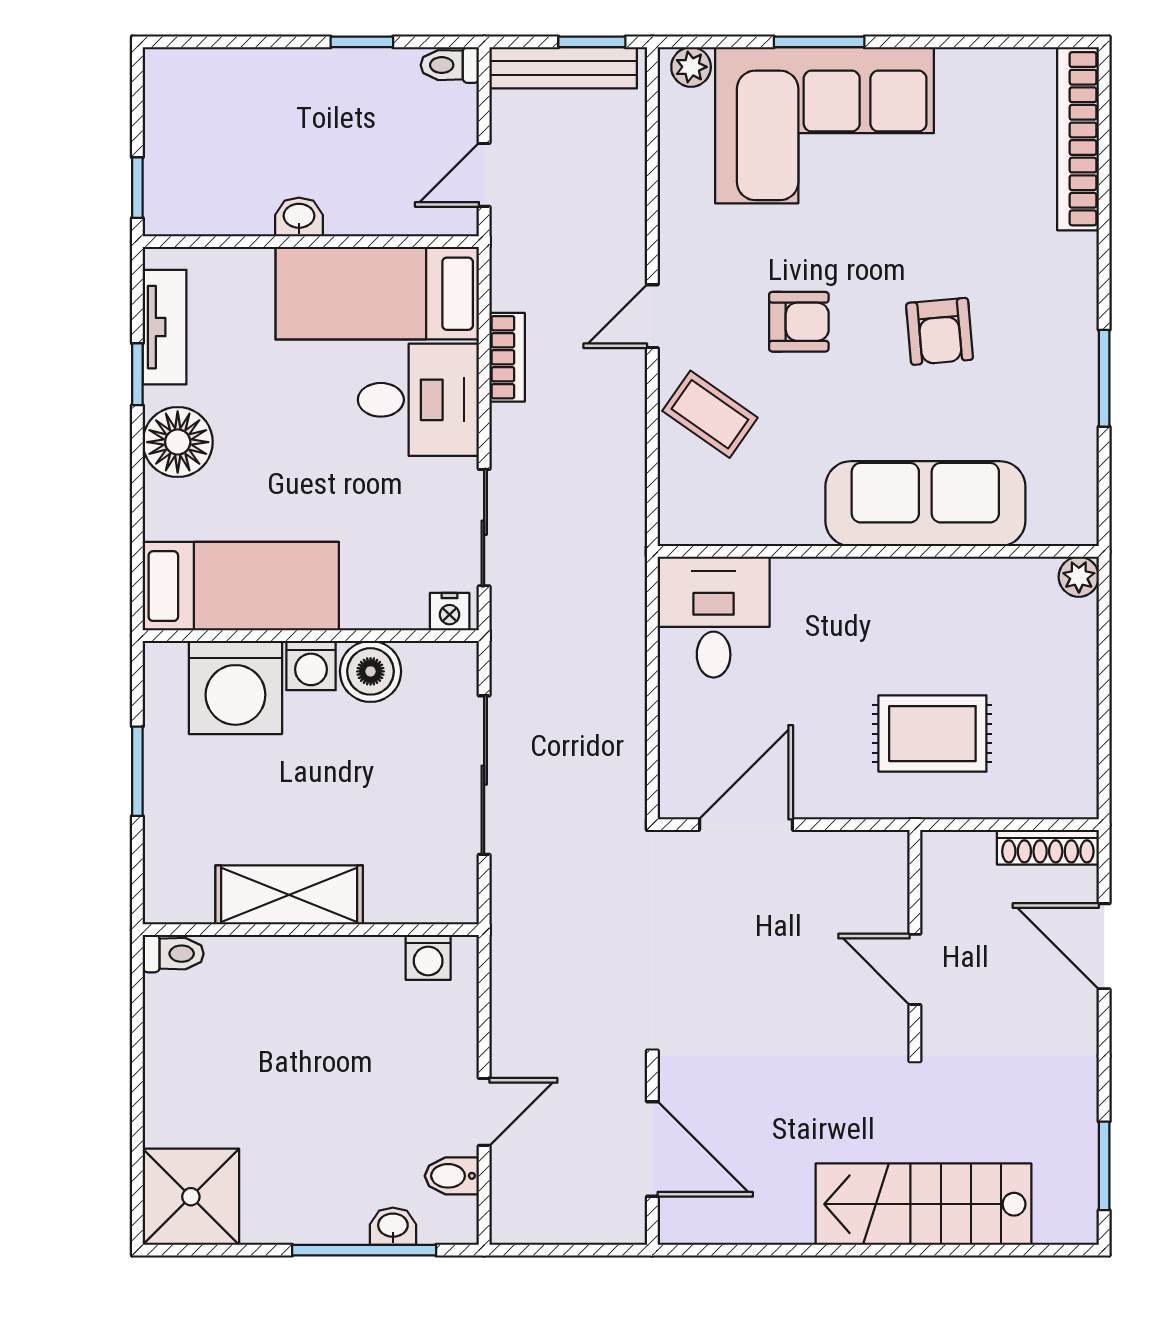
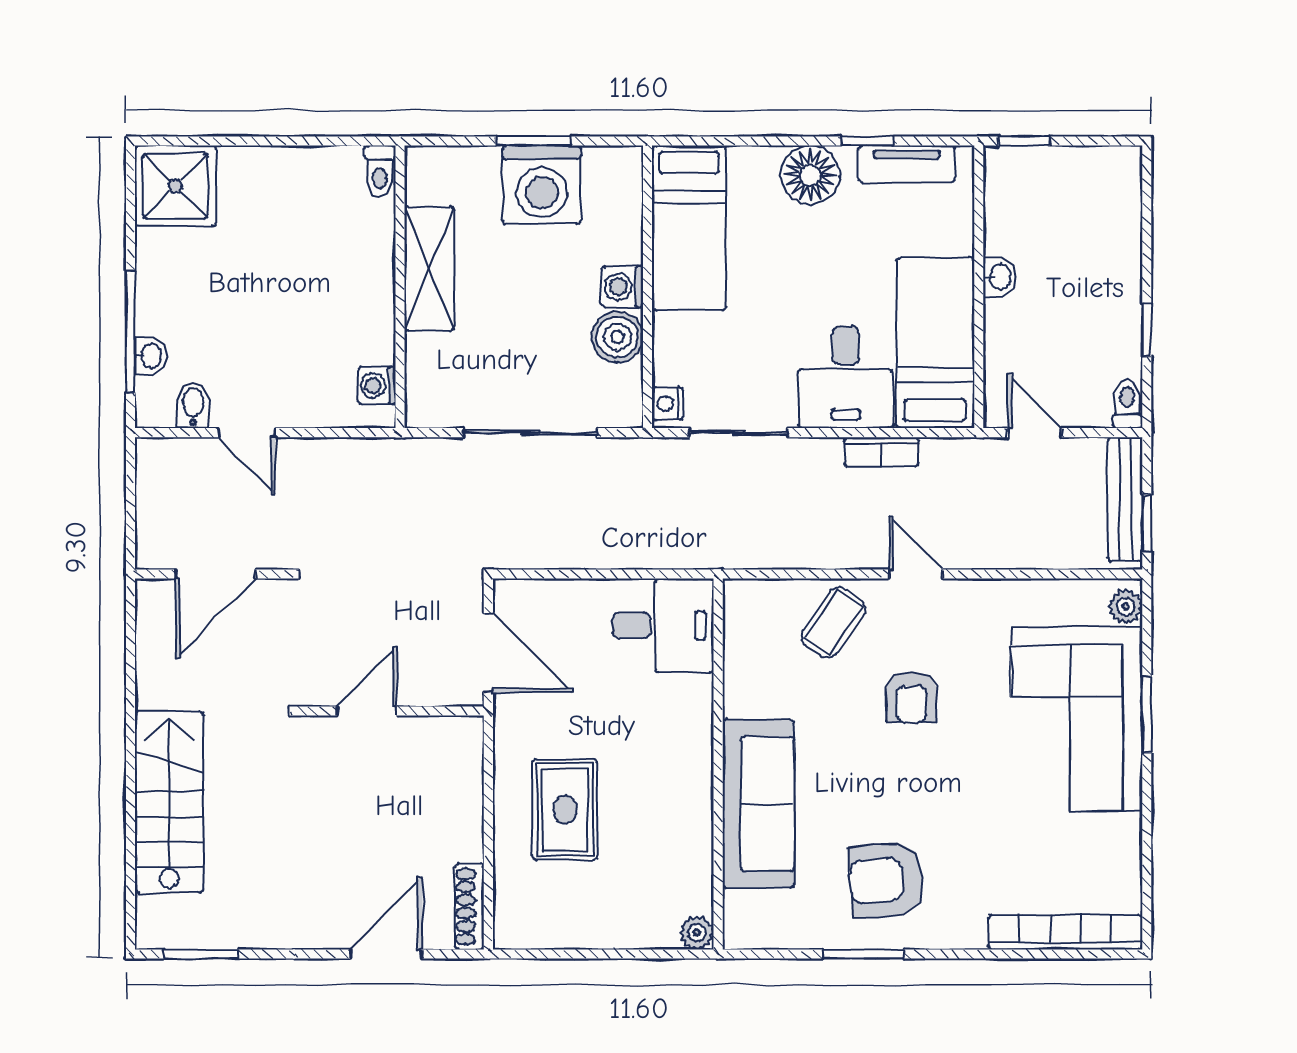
armchair: (940, 331) -> (886, 880), moved, width x1.38, depth x1.38
washing machine: (235, 687) -> (542, 185), moved, turned -90
wall: (915, 940) -> (391, 711), moved
door: (915, 969) -> (367, 711), moved

